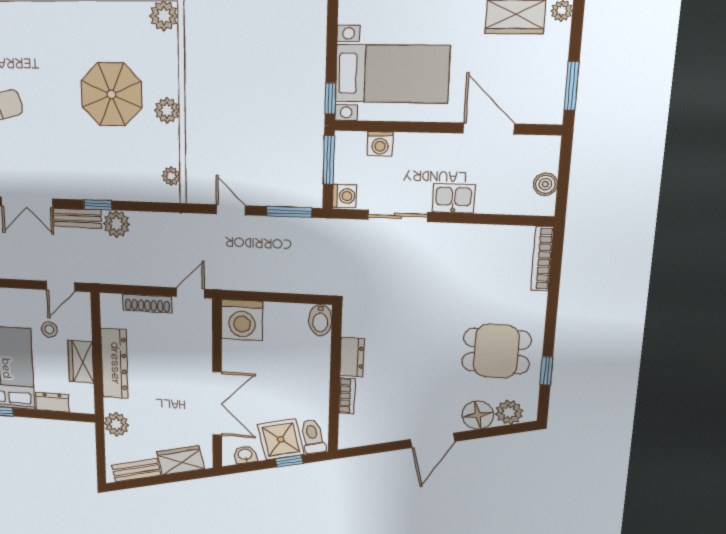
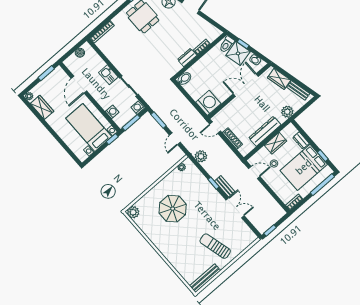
plant: (167, 110) -> (162, 186), removed
plant: (116, 224) -> (201, 156), moved

